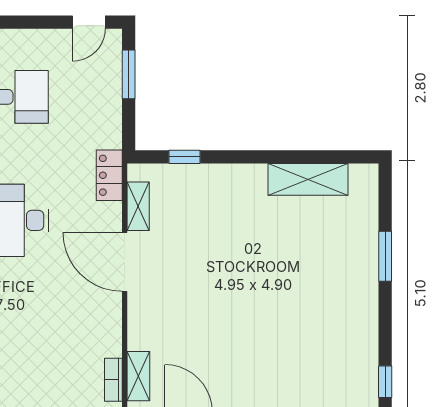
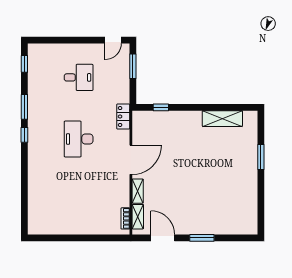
shelving: (138, 206) -> (138, 191), moved
door: (125, 262) -> (131, 160), swing flipped
window: (385, 382) -> (261, 220), removed

